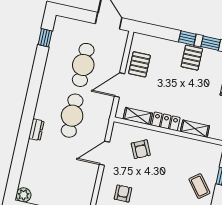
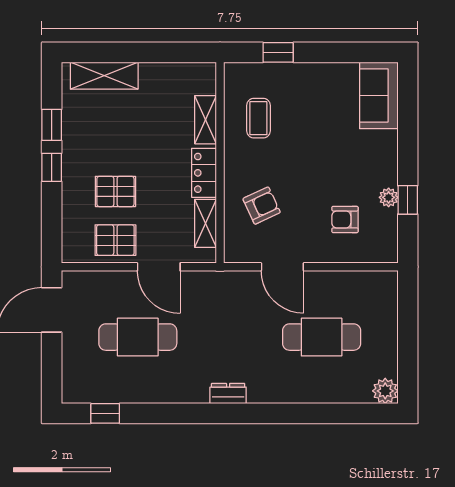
pallet: (192, 58) -> (115, 191), moved
cafe table: (72, 116) -> (322, 337), moved
dresser: (36, 130) -> (228, 394), moved
coffee table: (199, 186) -> (258, 118), moved, turned -52

